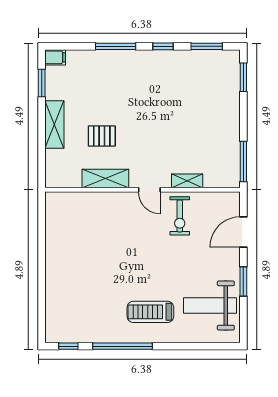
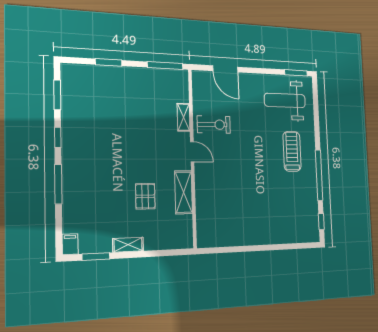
window: (243, 77) -> (109, 62), moved
shelving: (54, 124) -> (128, 245), width x0.67, depth x0.75
door: (149, 190) -> (192, 152), hinge flipped
window: (243, 282) -> (296, 73), moved
weight bench: (210, 305) -> (285, 100), turned 90
treadmill: (150, 312) -> (292, 151), turned 180

